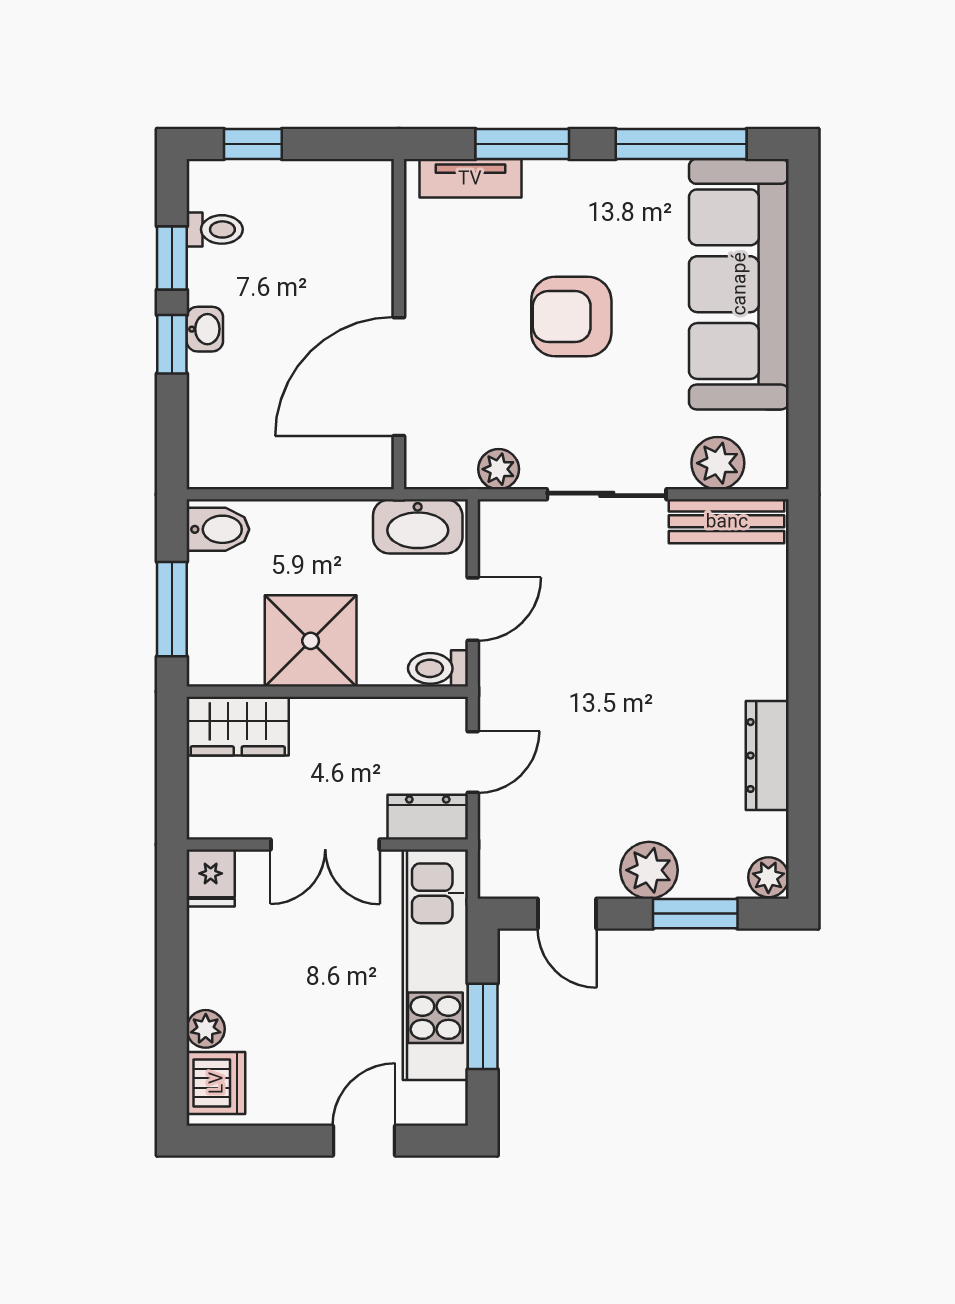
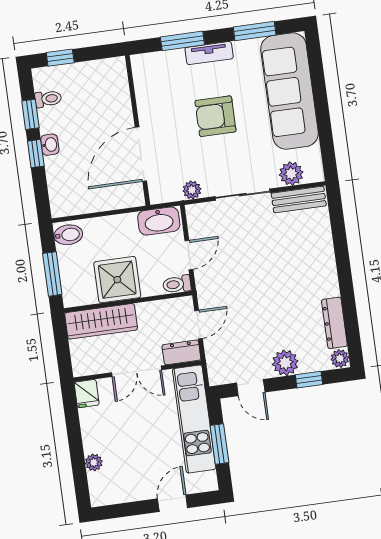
window: (681, 144) -> (255, 31), width x0.69
tv unit: (470, 178) -> (209, 53), moved
wardrobe: (238, 726) -> (101, 321), width x1.50
dresser: (767, 756) -> (334, 323), moved
window: (695, 914) -> (309, 380), width x0.67
dishwasher: (216, 1083) -> (102, 486), removed

